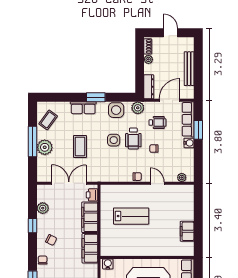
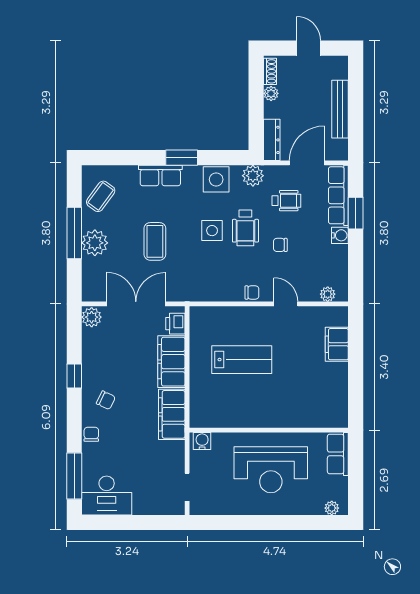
plant: (43, 208) -> (92, 317), moved
filing cabinet: (187, 231) -> (337, 344), moved

